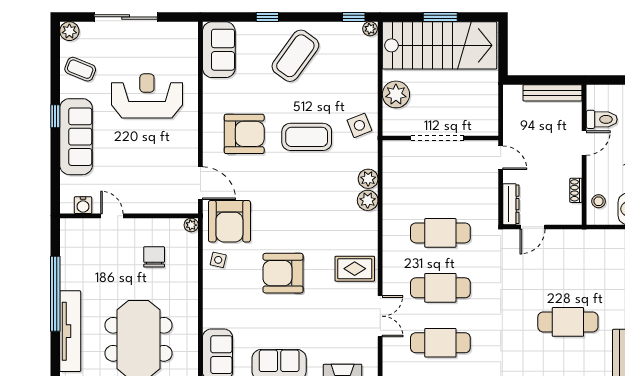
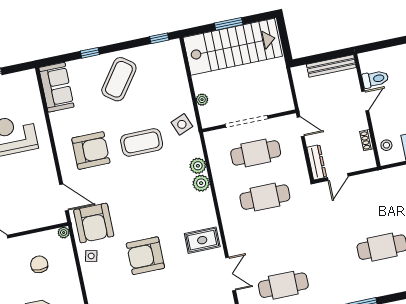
plant: (370, 29) -> (174, 45), removed
plant: (396, 94) -> (202, 100), width x0.53, depth x0.53
cafe table: (440, 288) -> (256, 153), moved

